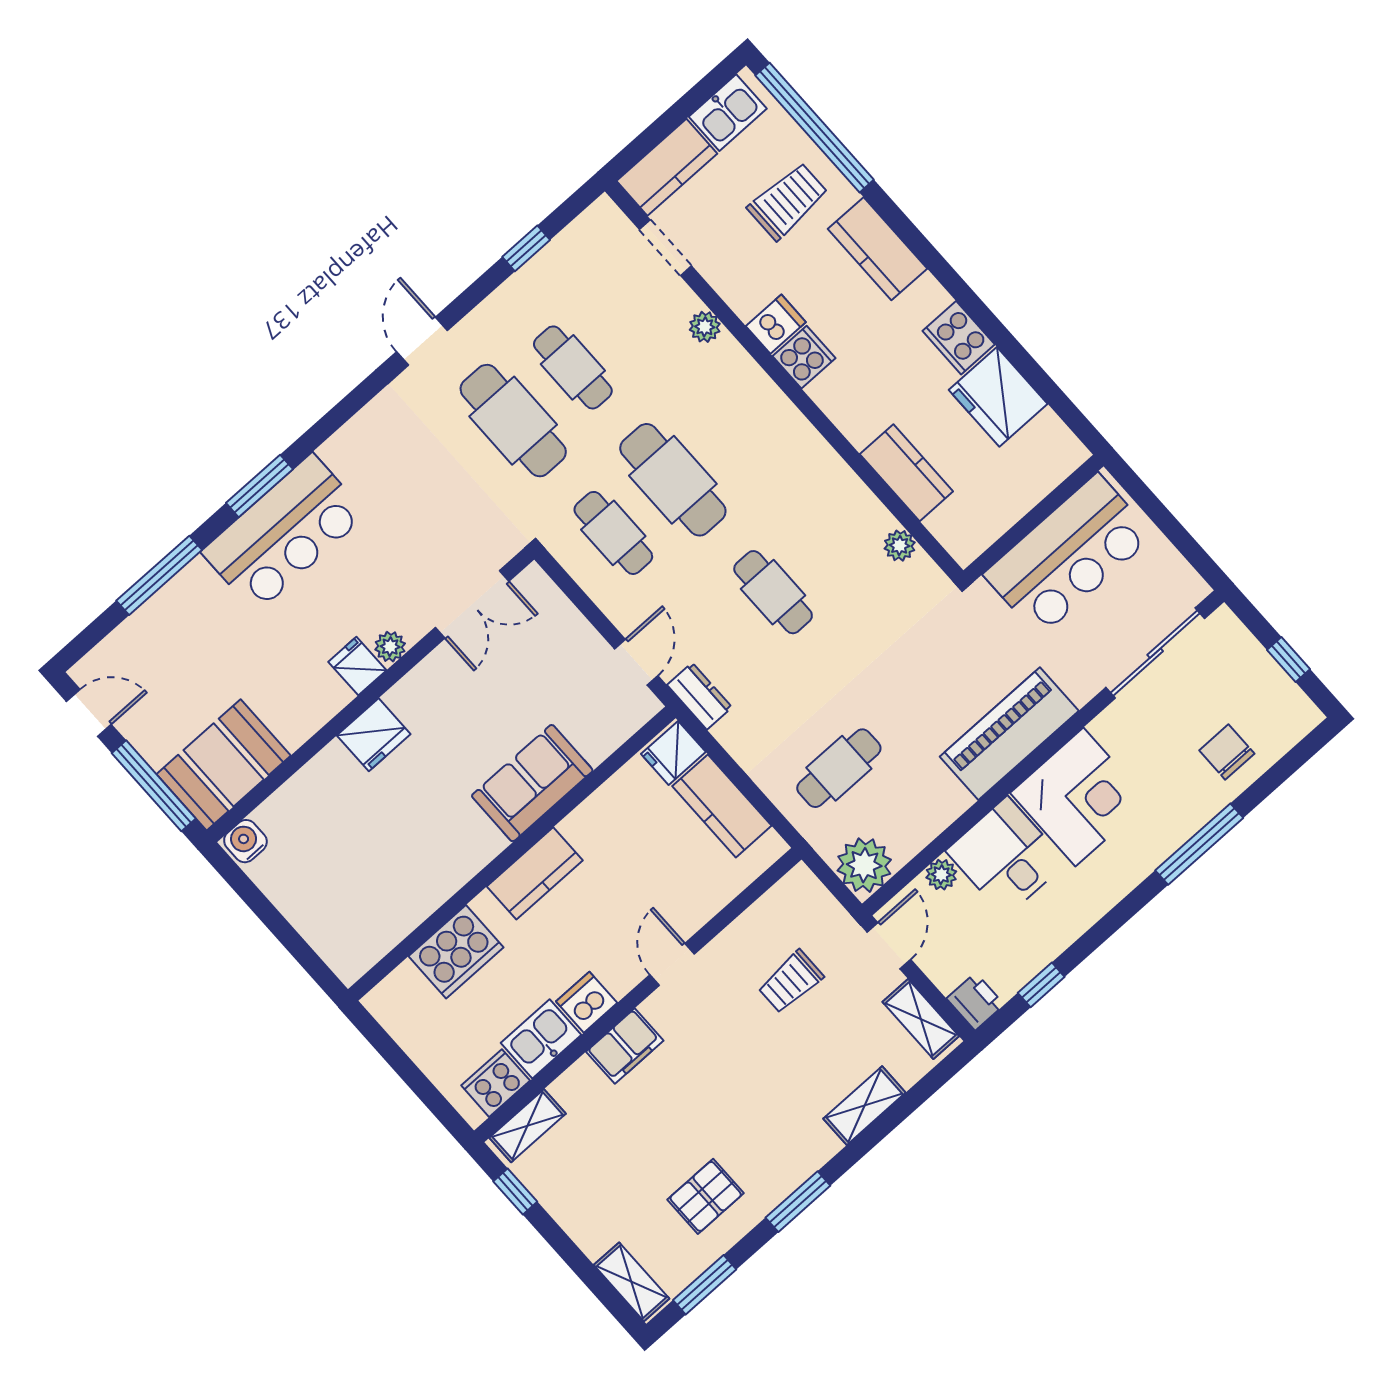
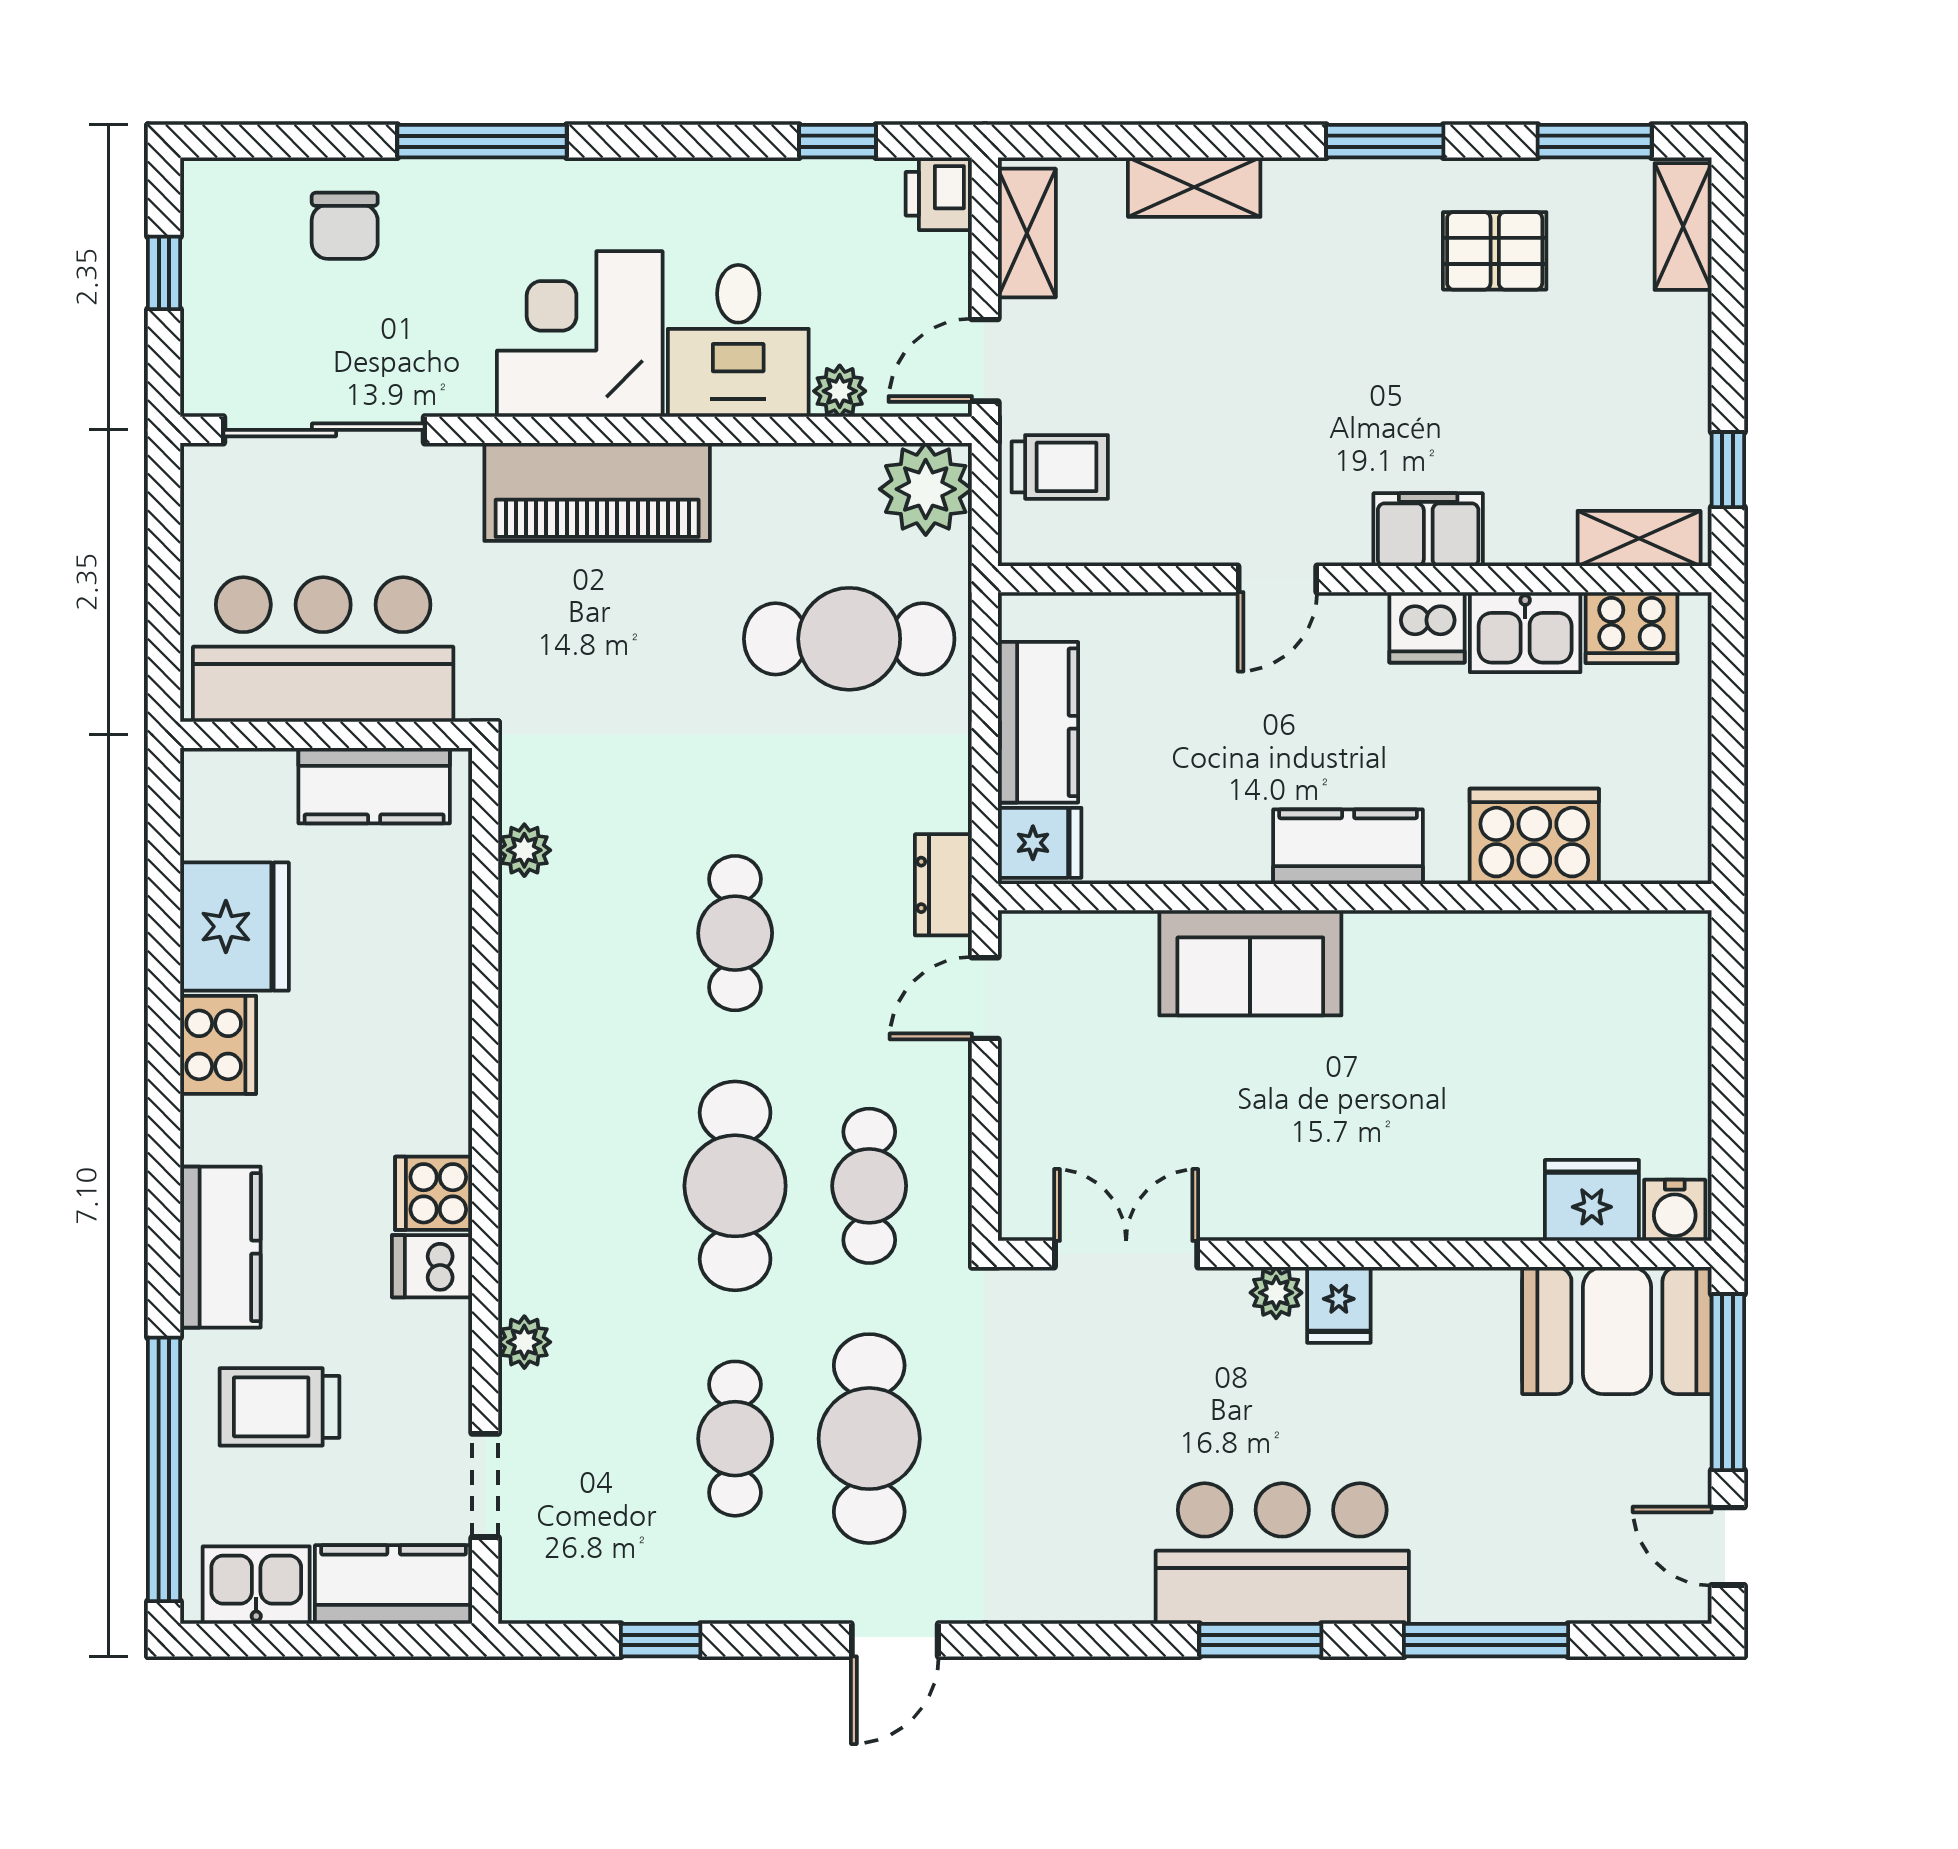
kitchen counter: (906, 473) -> (374, 786), moved, turned -90
fridge: (374, 735) -> (1592, 1200), moved
cafe table: (839, 768) -> (849, 639), width x1.37, depth x1.35
trolley: (791, 982) -> (1060, 467), moved

